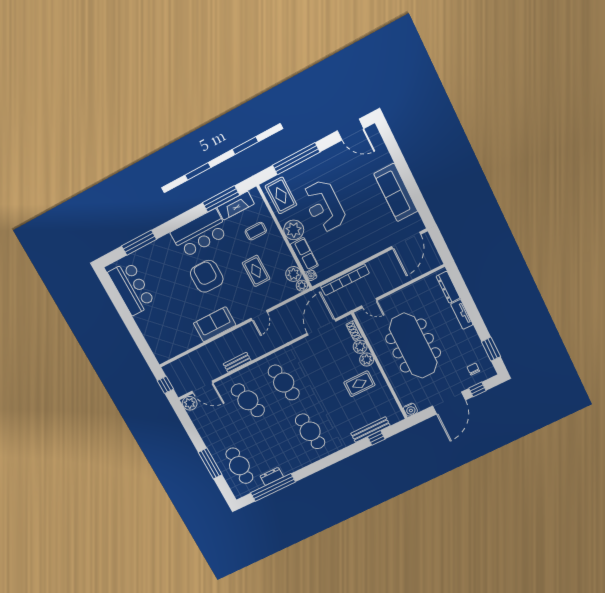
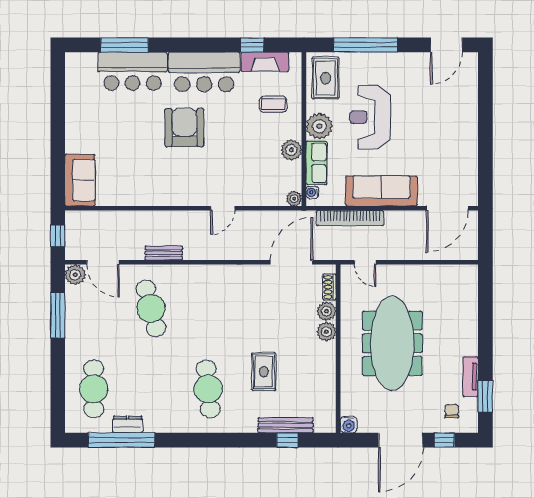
door: (351, 130) -> (446, 45), hinge flipped
sofa: (396, 192) -> (381, 191), moved, turned 90
window: (221, 199) -> (252, 45), width x0.46
rug: (256, 271) -> (248, 152), removed
plant: (293, 274) -> (291, 150), moved
dresser: (448, 287) -> (470, 291), removed
bar counter: (132, 288) -> (132, 71), moved, turned 90
tv unit: (462, 314) -> (470, 377), moved
sofa: (215, 324) -> (80, 180), moved, turned 90
cafe table: (284, 382) -> (208, 308), removed
rug: (359, 384) -> (264, 372), moved, turned 90
window: (210, 463) -> (58, 315), moved

